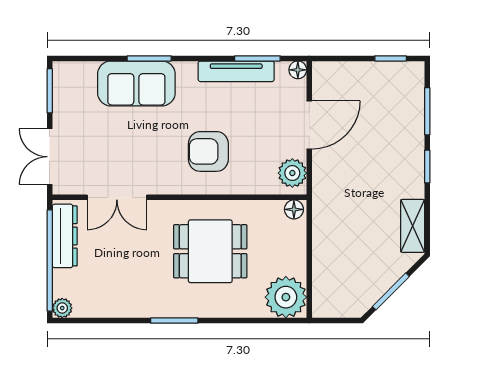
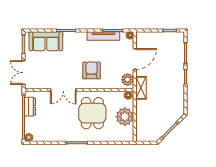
sofa: (136, 83) -> (46, 41), moved
armchair: (208, 151) -> (92, 70), turned 90
double door: (117, 197) -> (63, 90), moved
shelving: (413, 226) -> (141, 88), moved
dresser: (65, 236) -> (30, 107), width x0.70
dining table: (210, 251) -> (92, 113), turned 90
plant: (286, 297) -> (125, 117), moved

